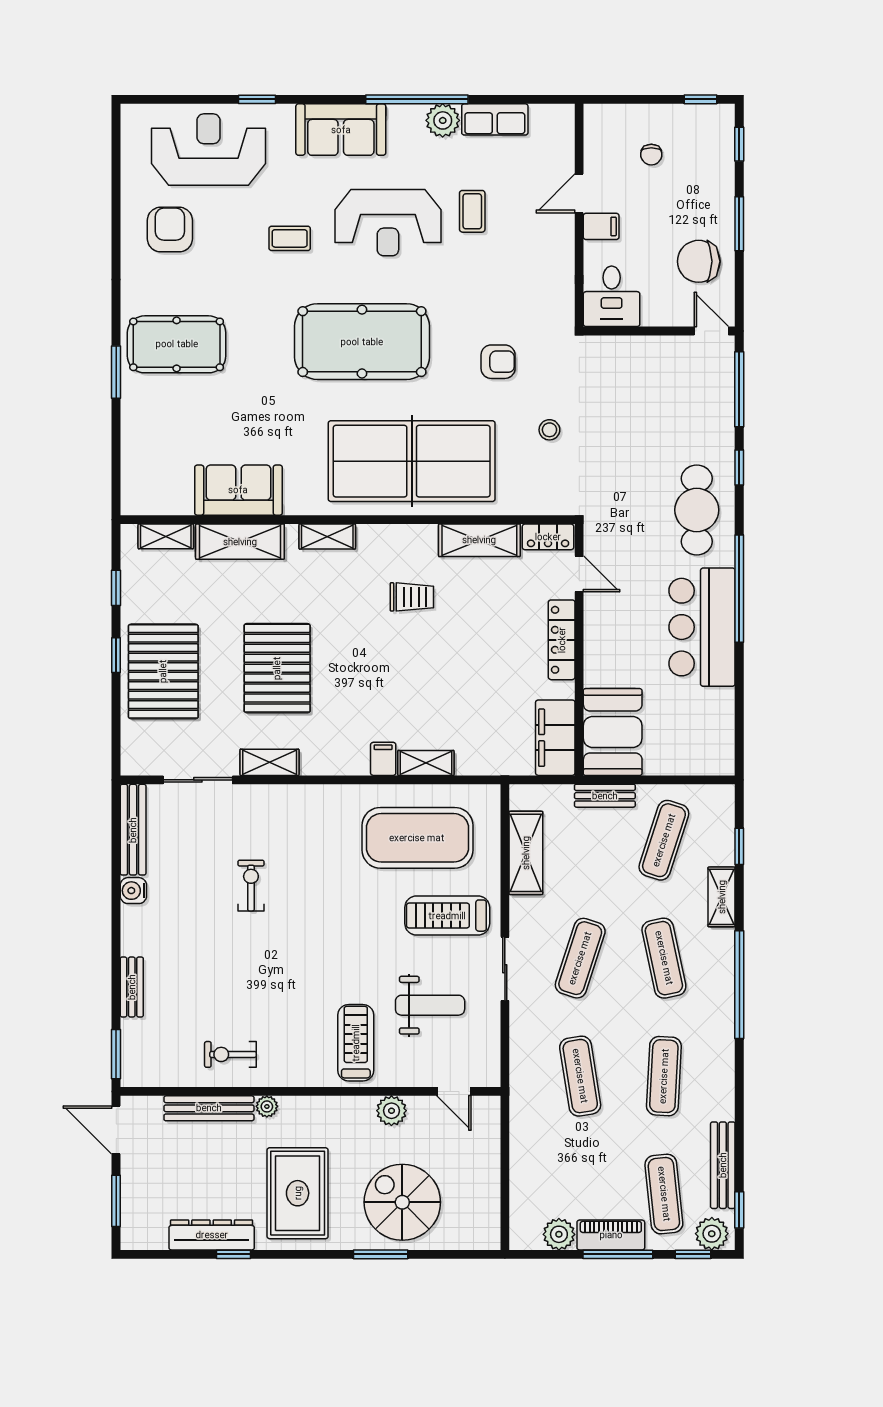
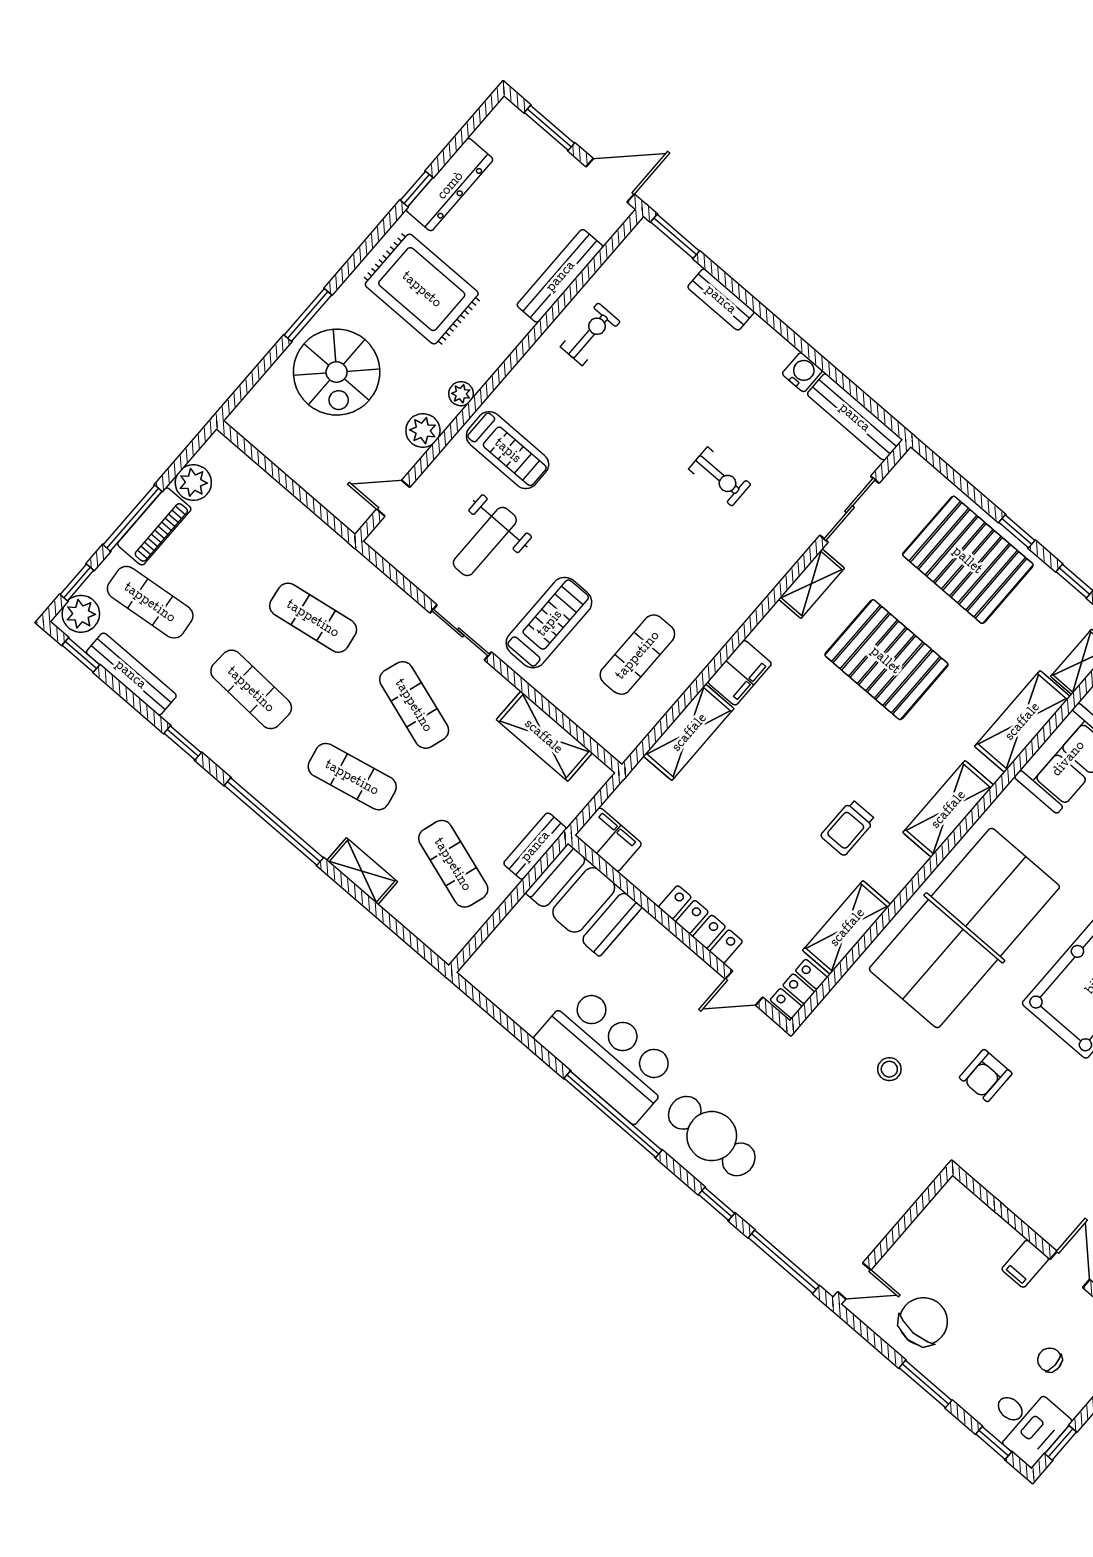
desk: (612, 296) -> (1026, 1423), moved, turned 180
shelving: (327, 537) -> (948, 809), width x1.50, depth x1.33
filing cabinet: (555, 738) -> (608, 840), width x0.67, depth x0.86
filing cabinet: (383, 759) -> (740, 673), width x2.00
shelving: (426, 763) -> (689, 732), width x1.50, depth x1.33
exercise mat: (417, 838) -> (637, 655), width x0.50, depth x0.69
window: (739, 846) -> (183, 743), moved
plant: (267, 1106) -> (461, 394), moved
spiral stairs: (402, 1202) -> (337, 372), turned 90

